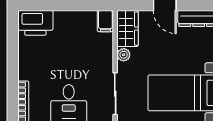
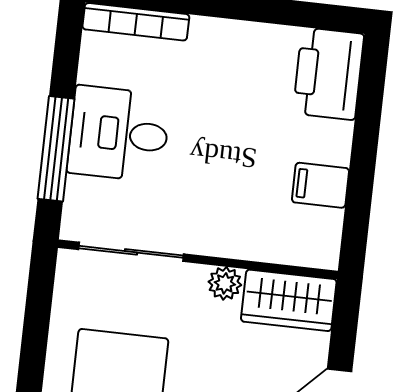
filing cabinet: (105, 21) -> (320, 185), moved

